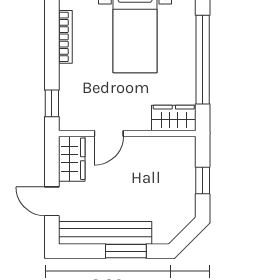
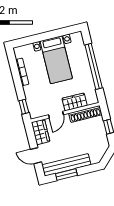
wardrobe: (174, 118) -> (75, 102), moved
shoe rack: (165, 146) -> (85, 114), added
window: (126, 251) -> (66, 174), moved

